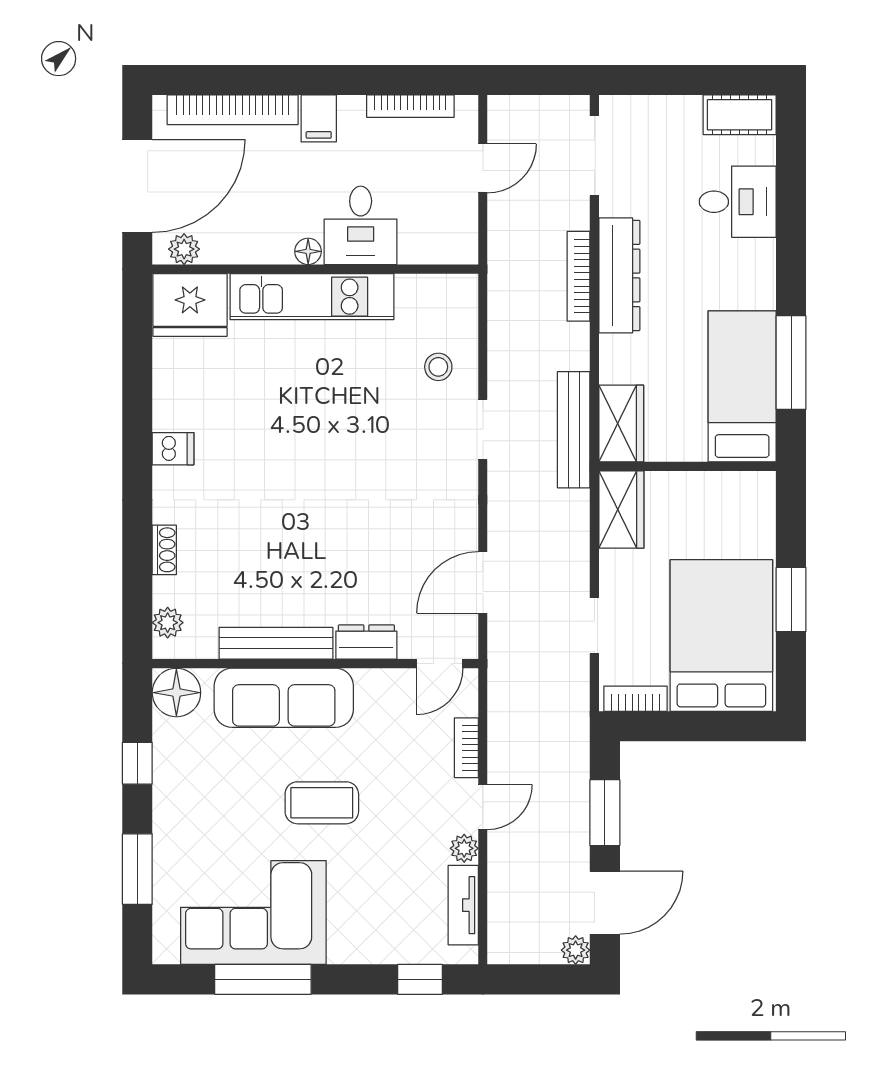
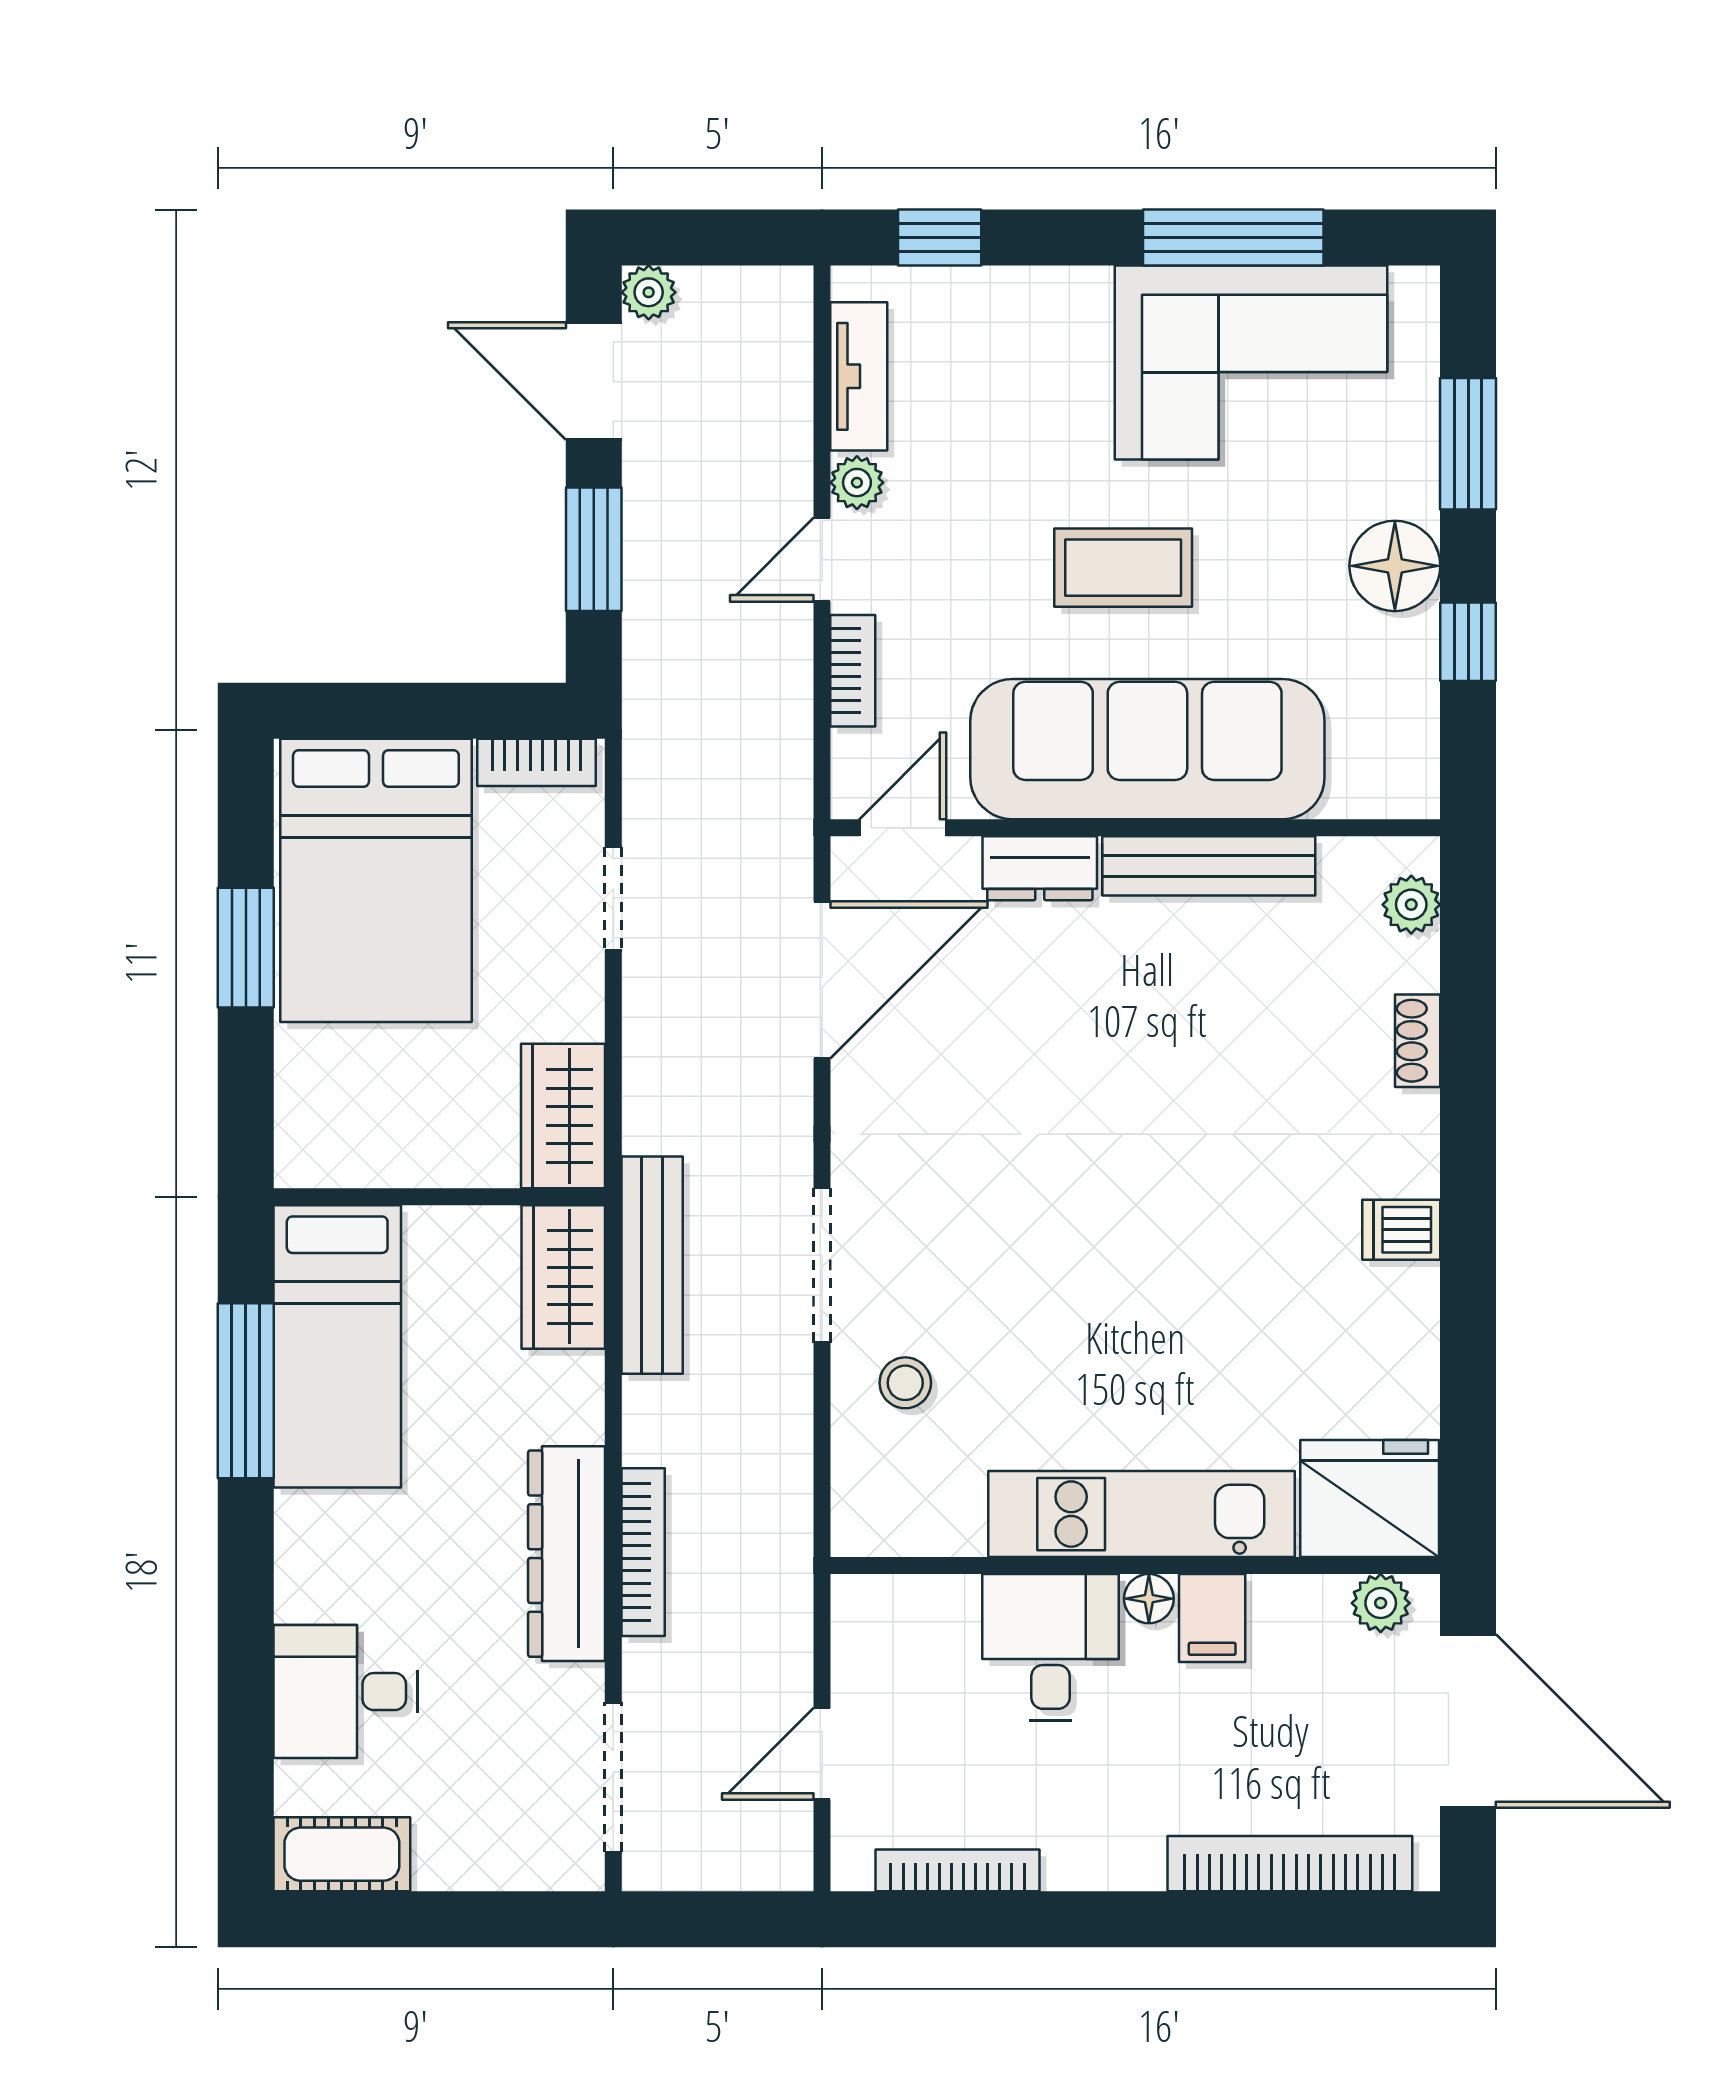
filing cabinet: (319, 118) -> (1212, 1618), moved, turned 180
door: (137, 186) -> (1468, 1721), swing flipped
doorway: (483, 430) -> (822, 1265), width x1.38
door: (483, 582) -> (822, 980), width x1.36
floor lamp: (176, 693) -> (1395, 566), moved
sofa: (284, 698) -> (1147, 749), width x1.36, depth x1.27
door: (605, 903) -> (594, 381), hinge flipped

